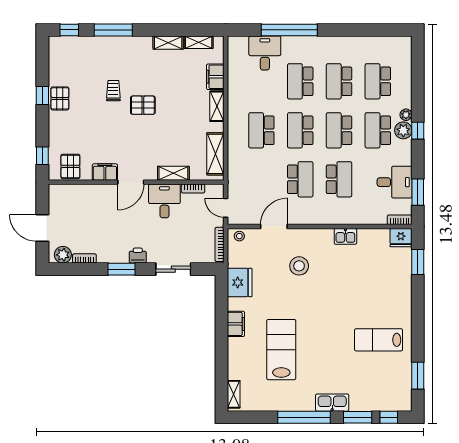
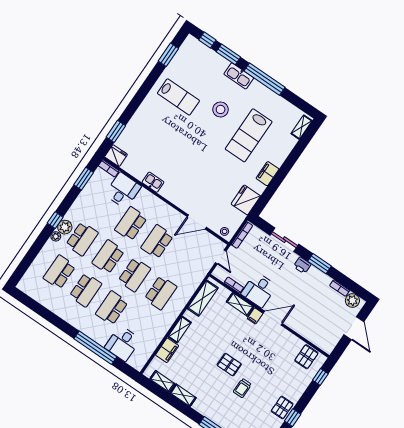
school desk: (300, 81) -> (112, 308), turned 180
school desk: (378, 81) -> (59, 272), turned 180
school desk: (339, 130) -> (108, 257), turned 180
filing cabinet: (105, 172) -> (255, 316), moved, width x0.50
desk: (395, 182) -> (123, 190), moved, turned 90
stool: (299, 266) -> (221, 109), moved

